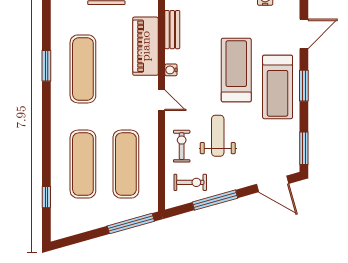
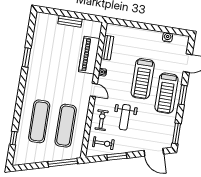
exercise mat: (83, 69) -> (49, 63), removed
treadmill: (236, 70) -> (143, 79), turned 180
weight bench: (218, 136) -> (125, 117), turned 180
window: (215, 200) -> (117, 157), width x0.69

